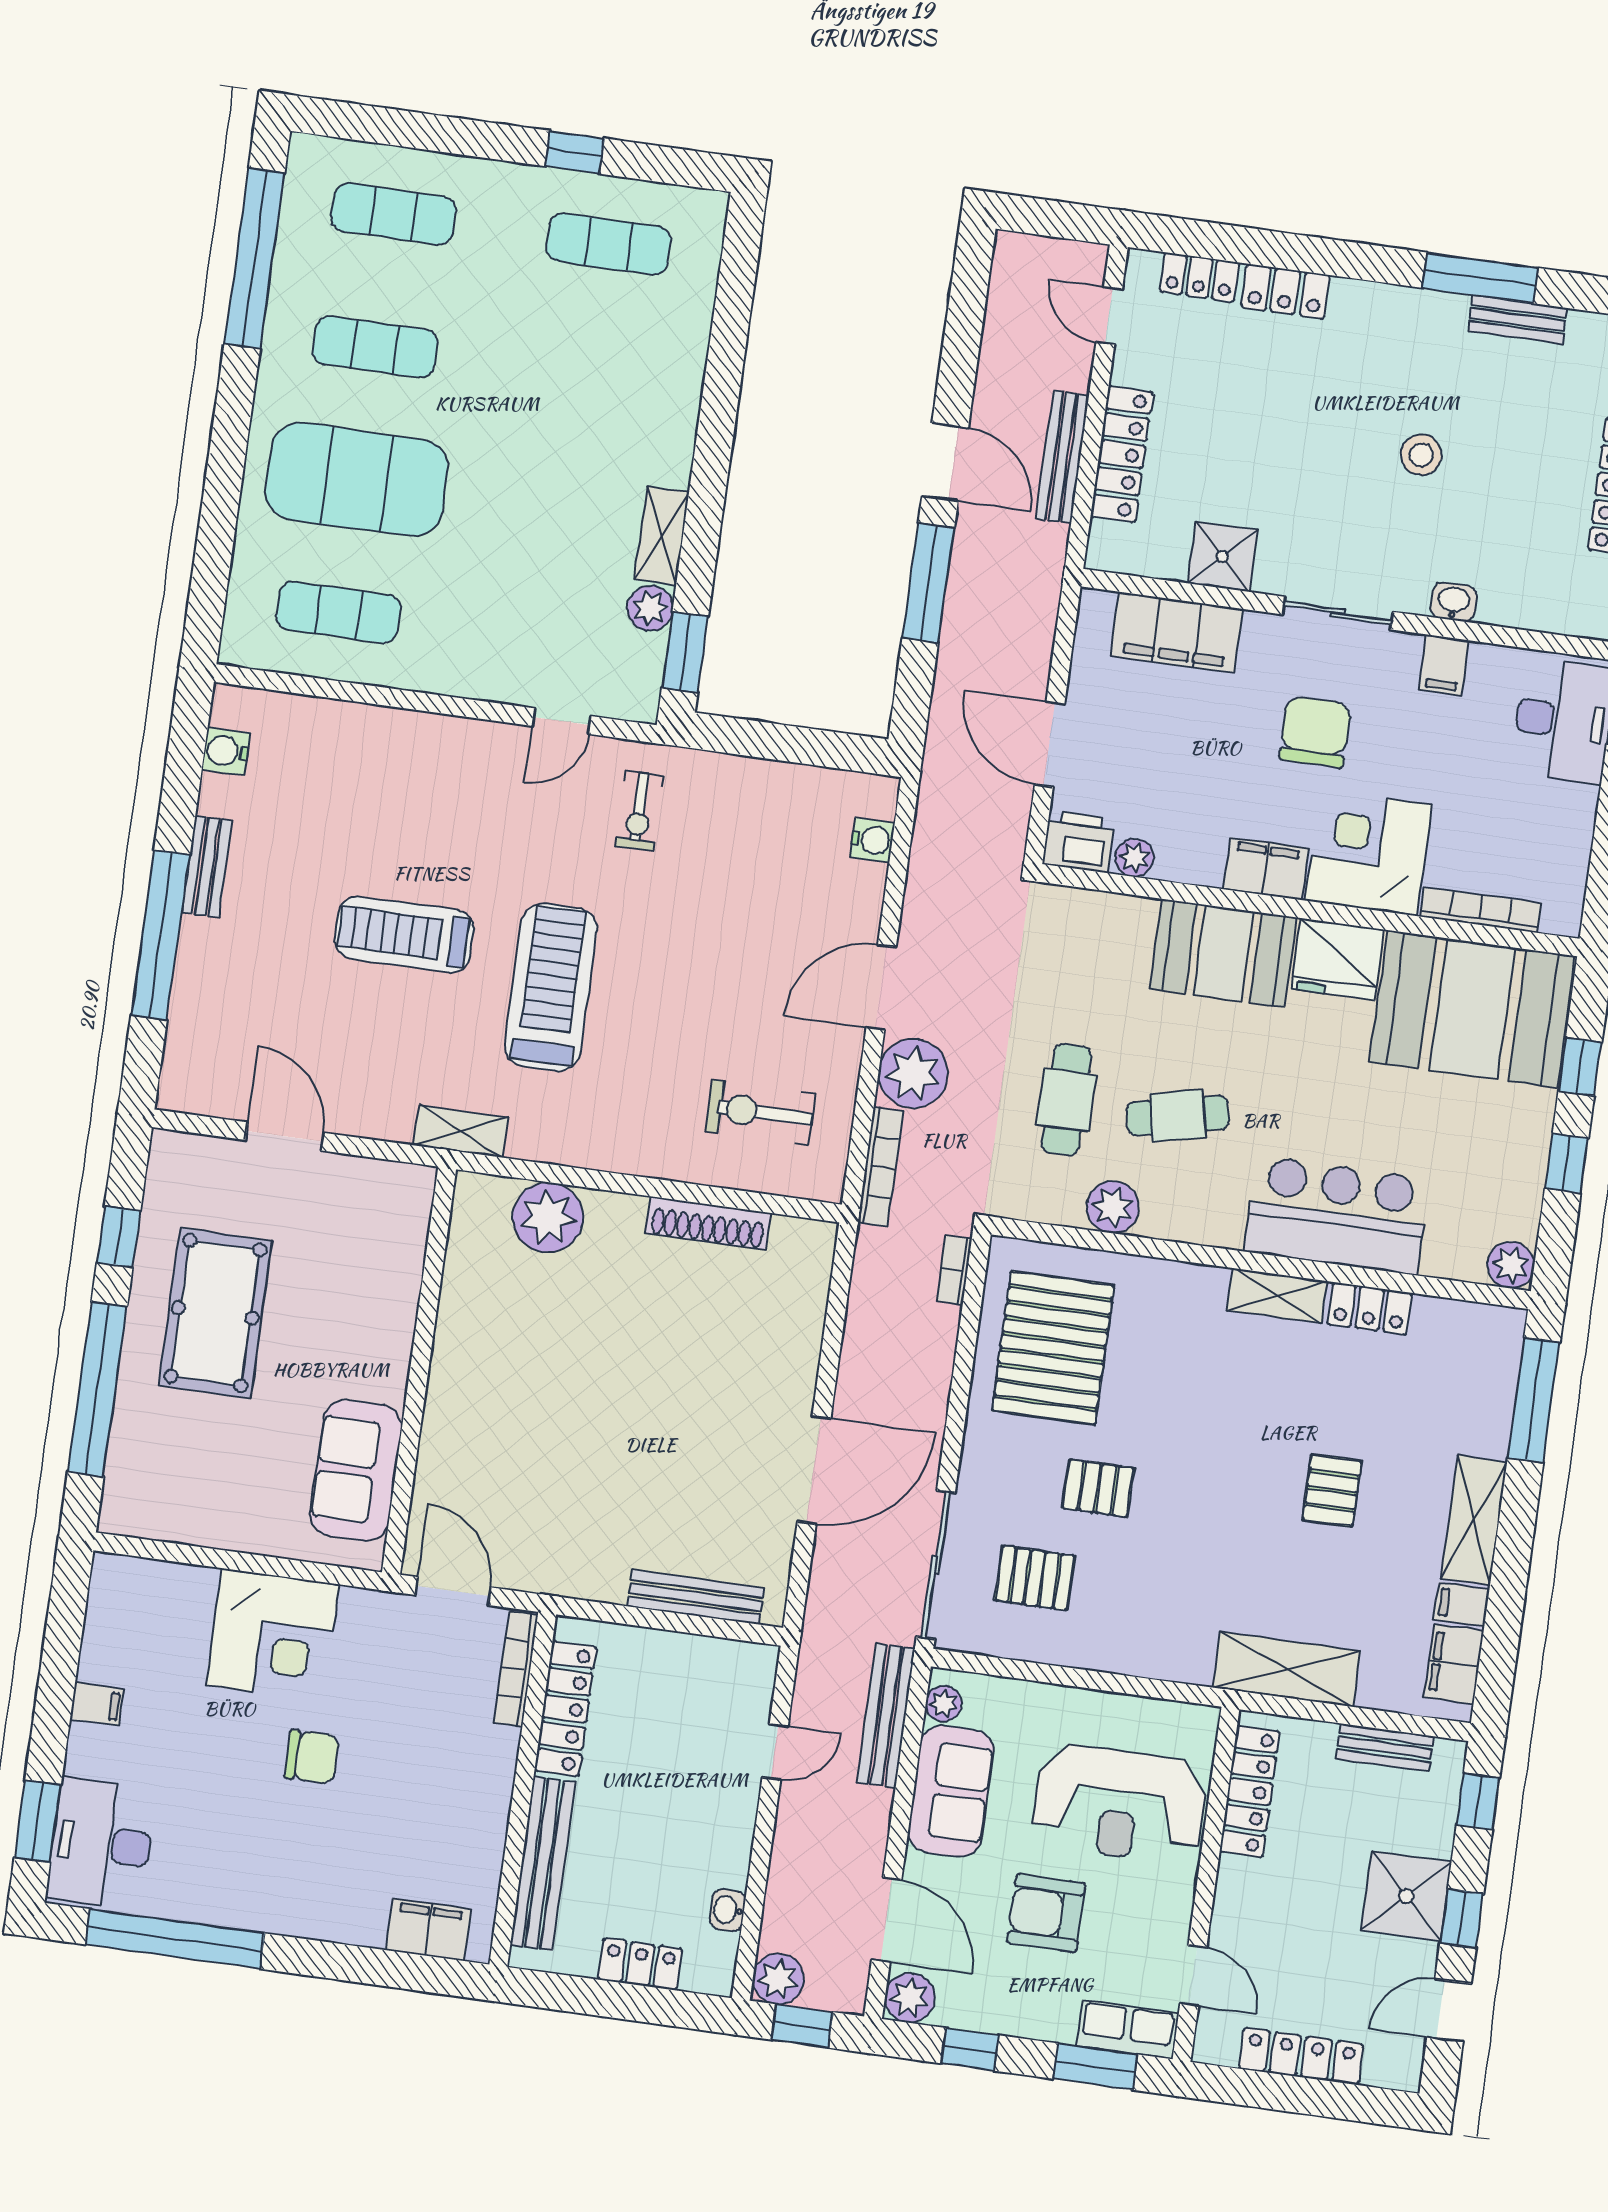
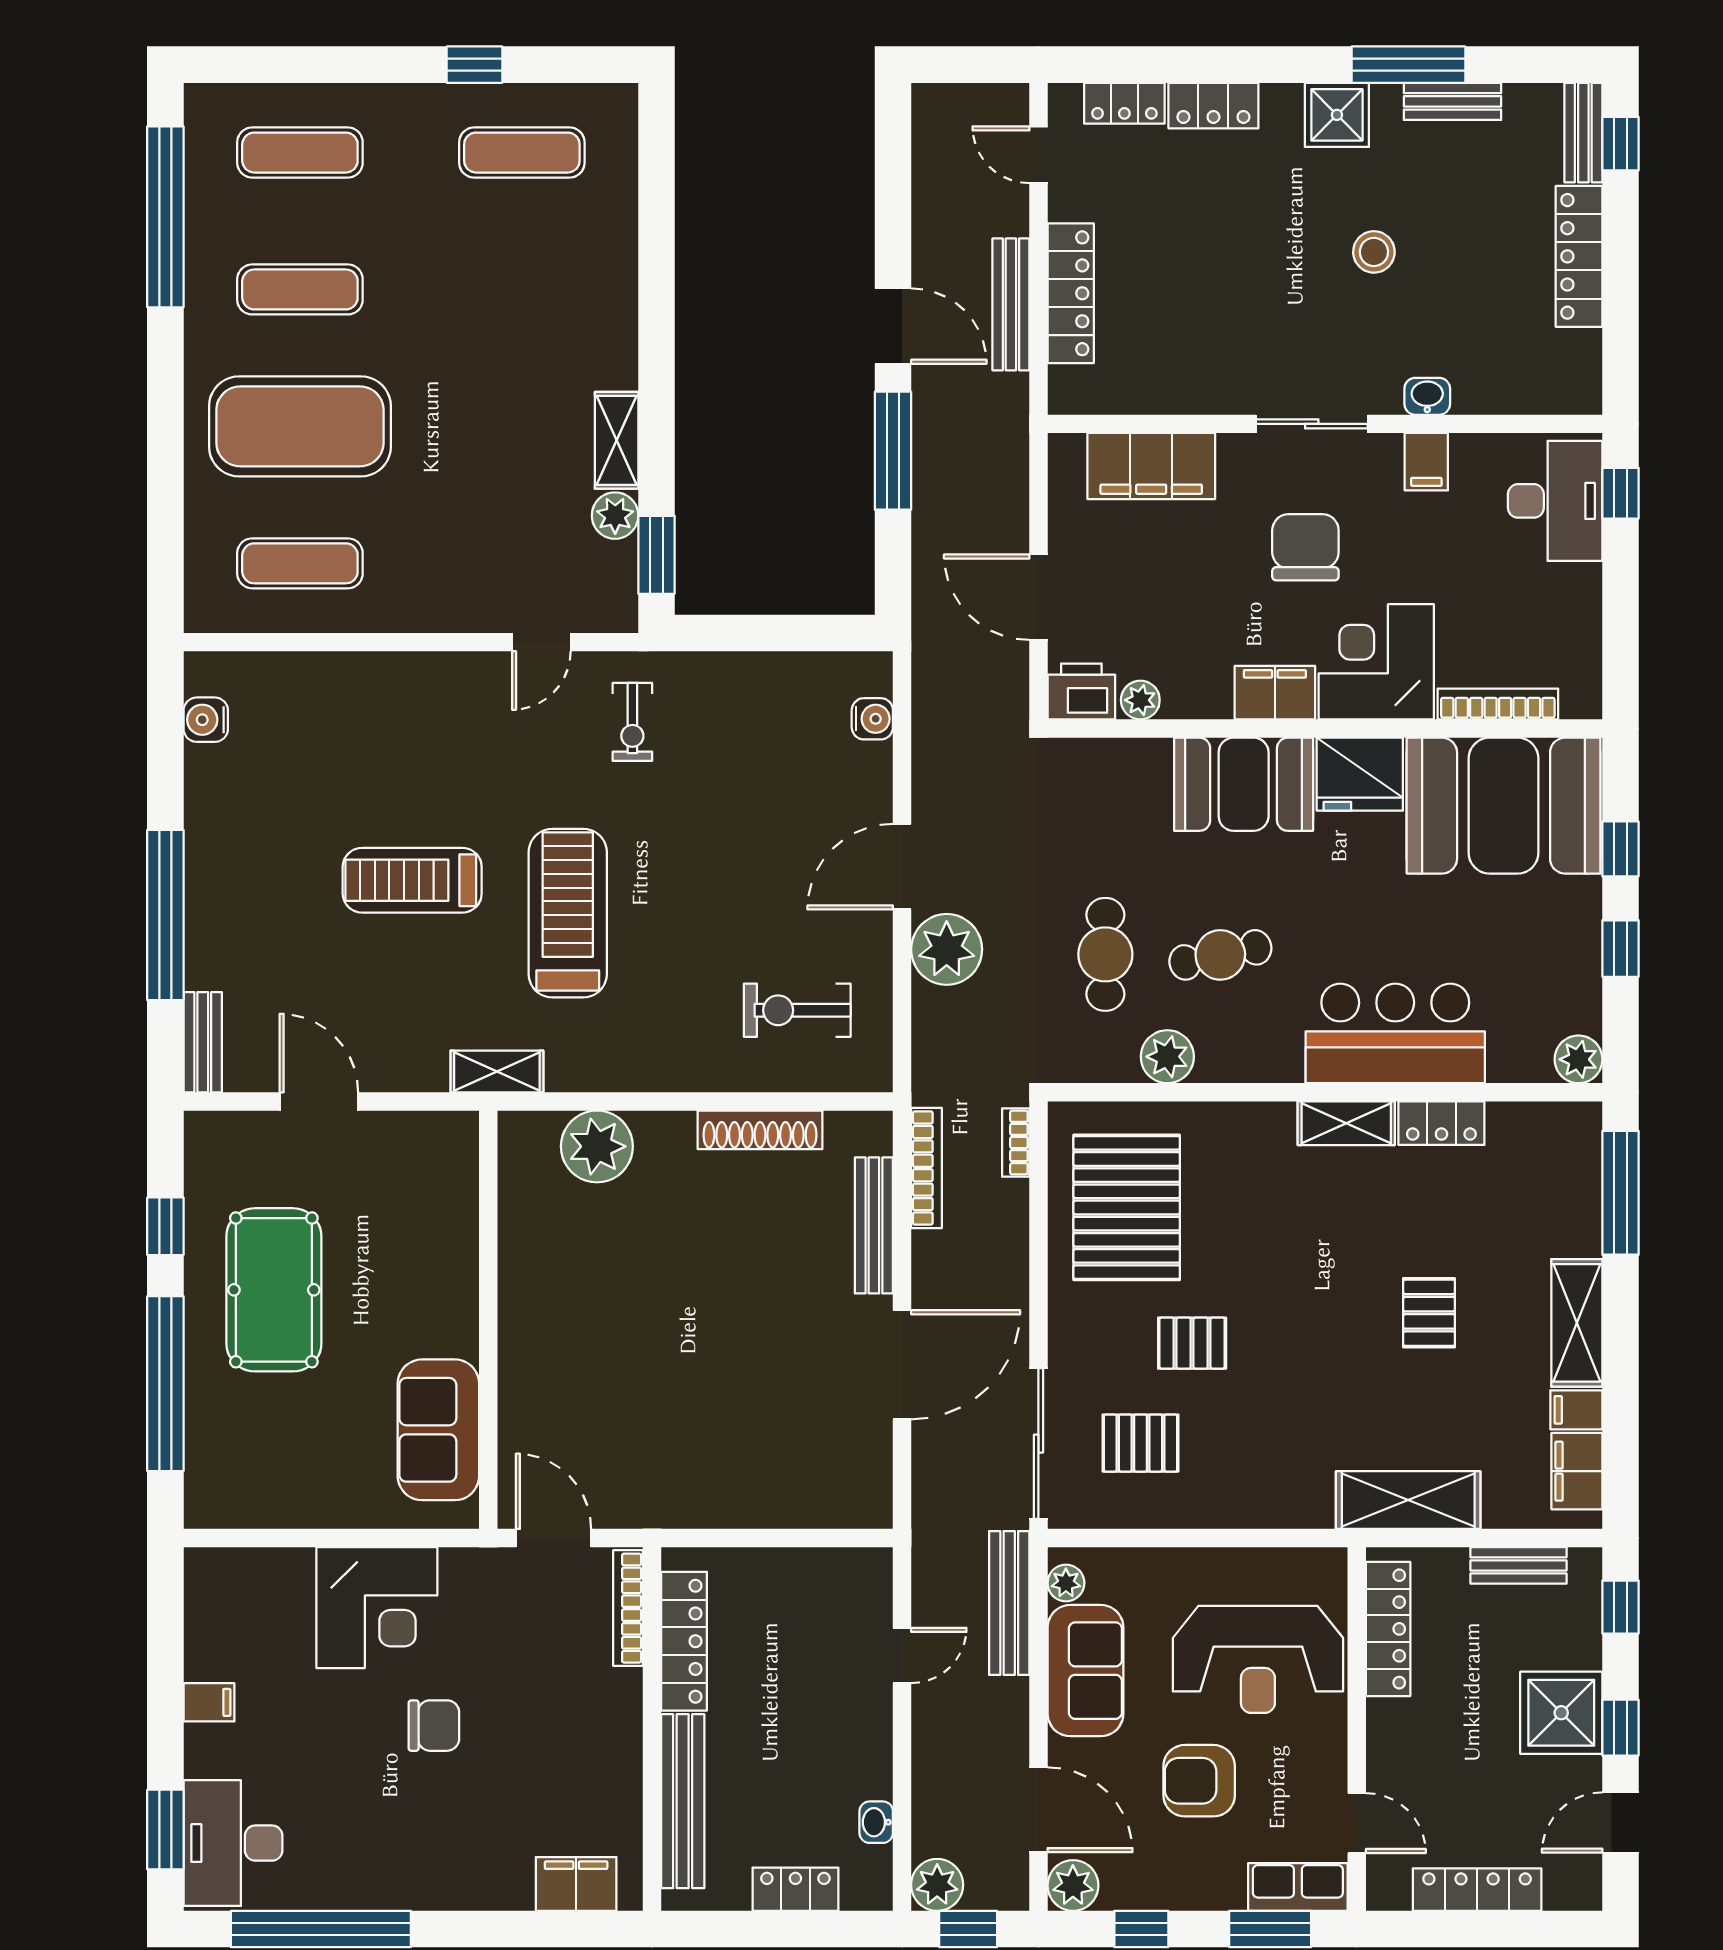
shower: (1222, 556) -> (1337, 115), moved
bench: (207, 867) -> (203, 1042), moved
bookcase: (880, 1167) -> (927, 1168), moved
bench: (696, 1597) -> (874, 1225), moved, turned 90

